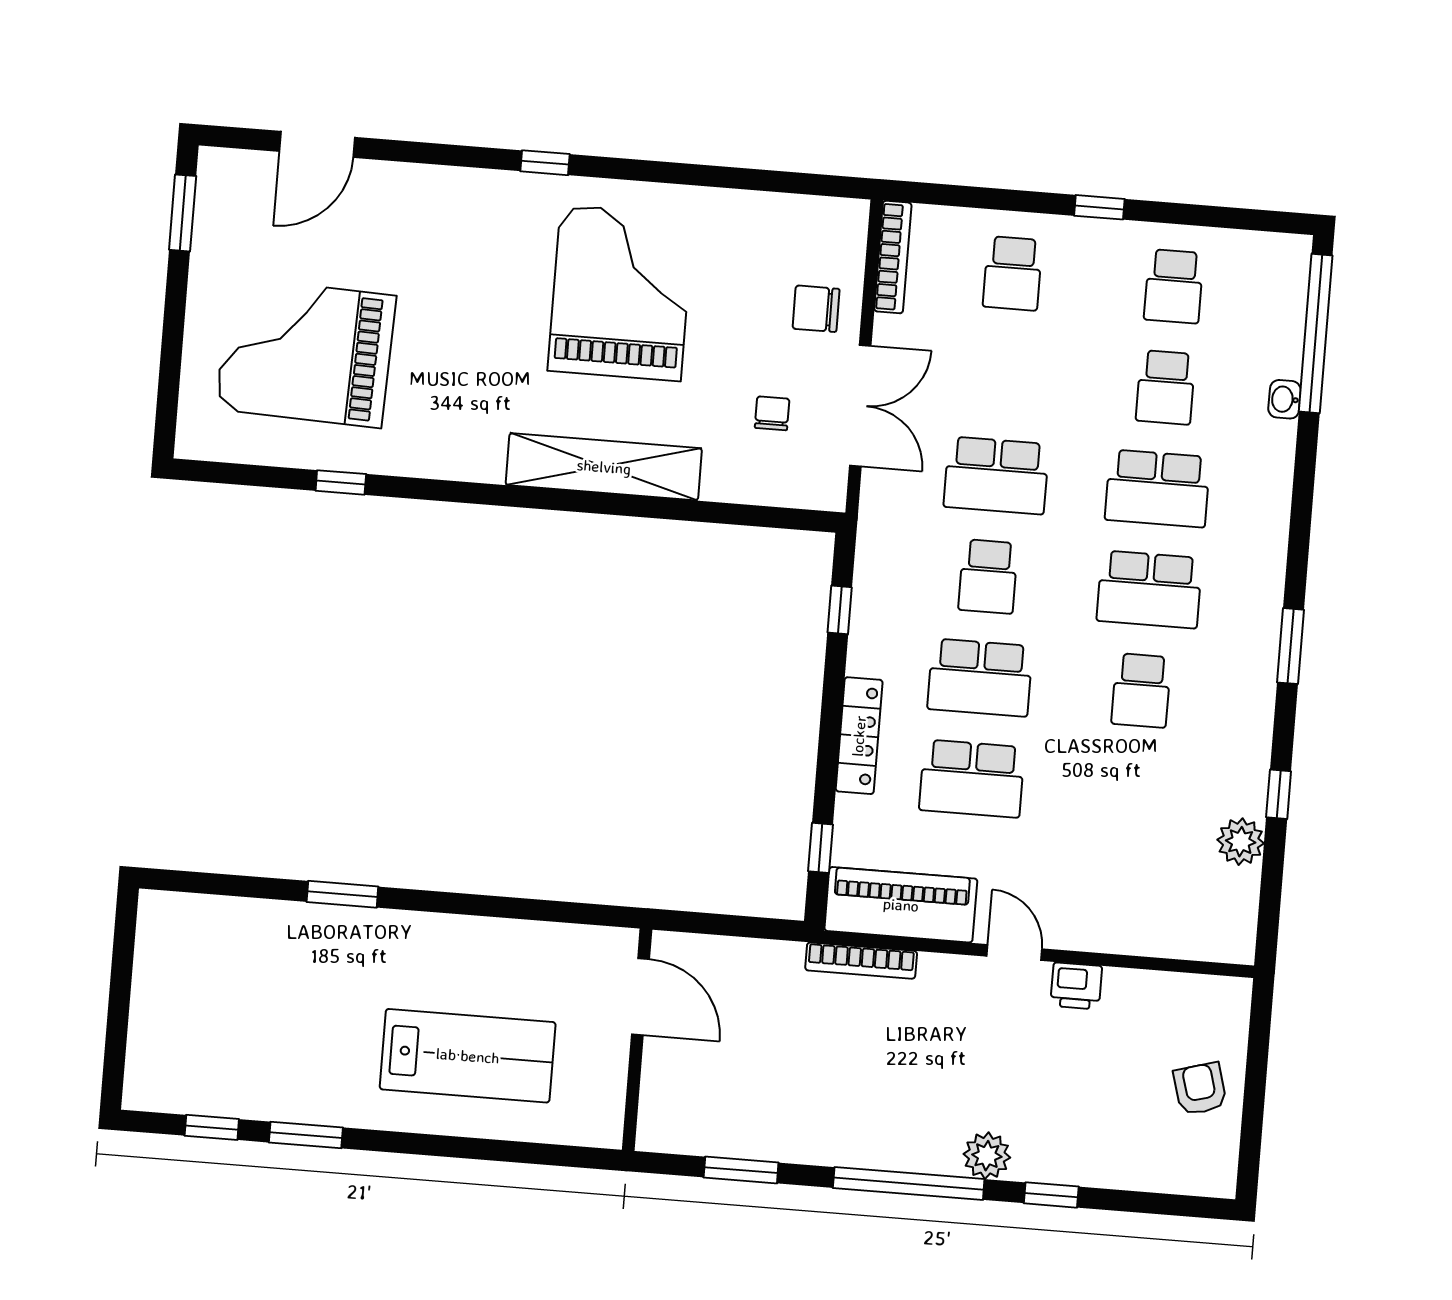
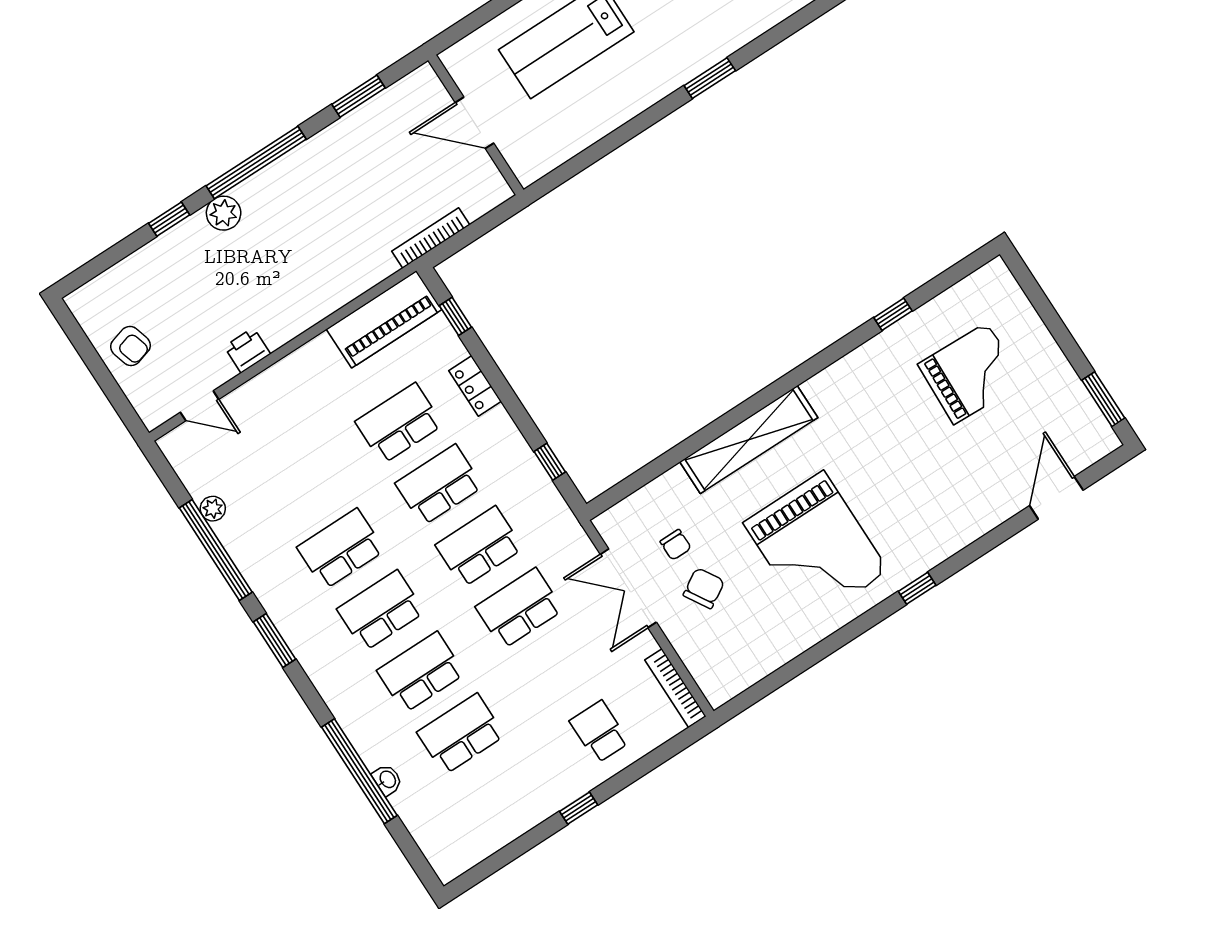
school desk: (1174, 286) -> (501, 796), removed
chair: (816, 309) -> (704, 588), moved, turned -31
window: (1316, 334) -> (359, 771), moved
grand piano: (306, 352) -> (971, 373), width x0.73, depth x0.68
school desk: (1166, 387) -> (461, 734), width x1.85
school desk: (988, 576) -> (479, 547), width x1.85
school desk: (1141, 691) -> (341, 549), width x1.85
locker: (859, 736) -> (475, 386), width x0.66
window: (1279, 794) -> (216, 550), width x3.17
plant: (1241, 842) -> (213, 509), width x0.73, depth x0.73
door: (1014, 953) -> (200, 406), moved
bookcase: (861, 961) -> (431, 238), moved
door: (641, 997) -> (475, 123), moved

